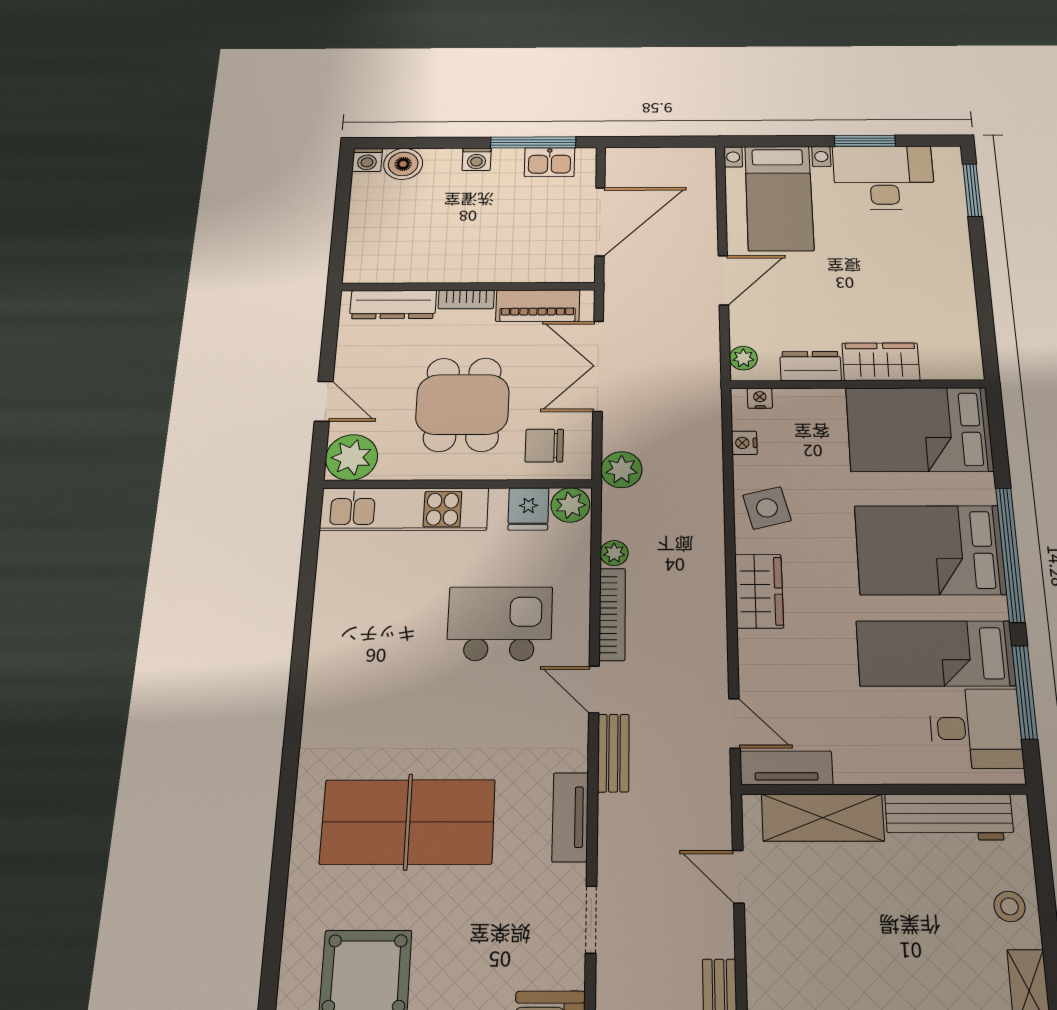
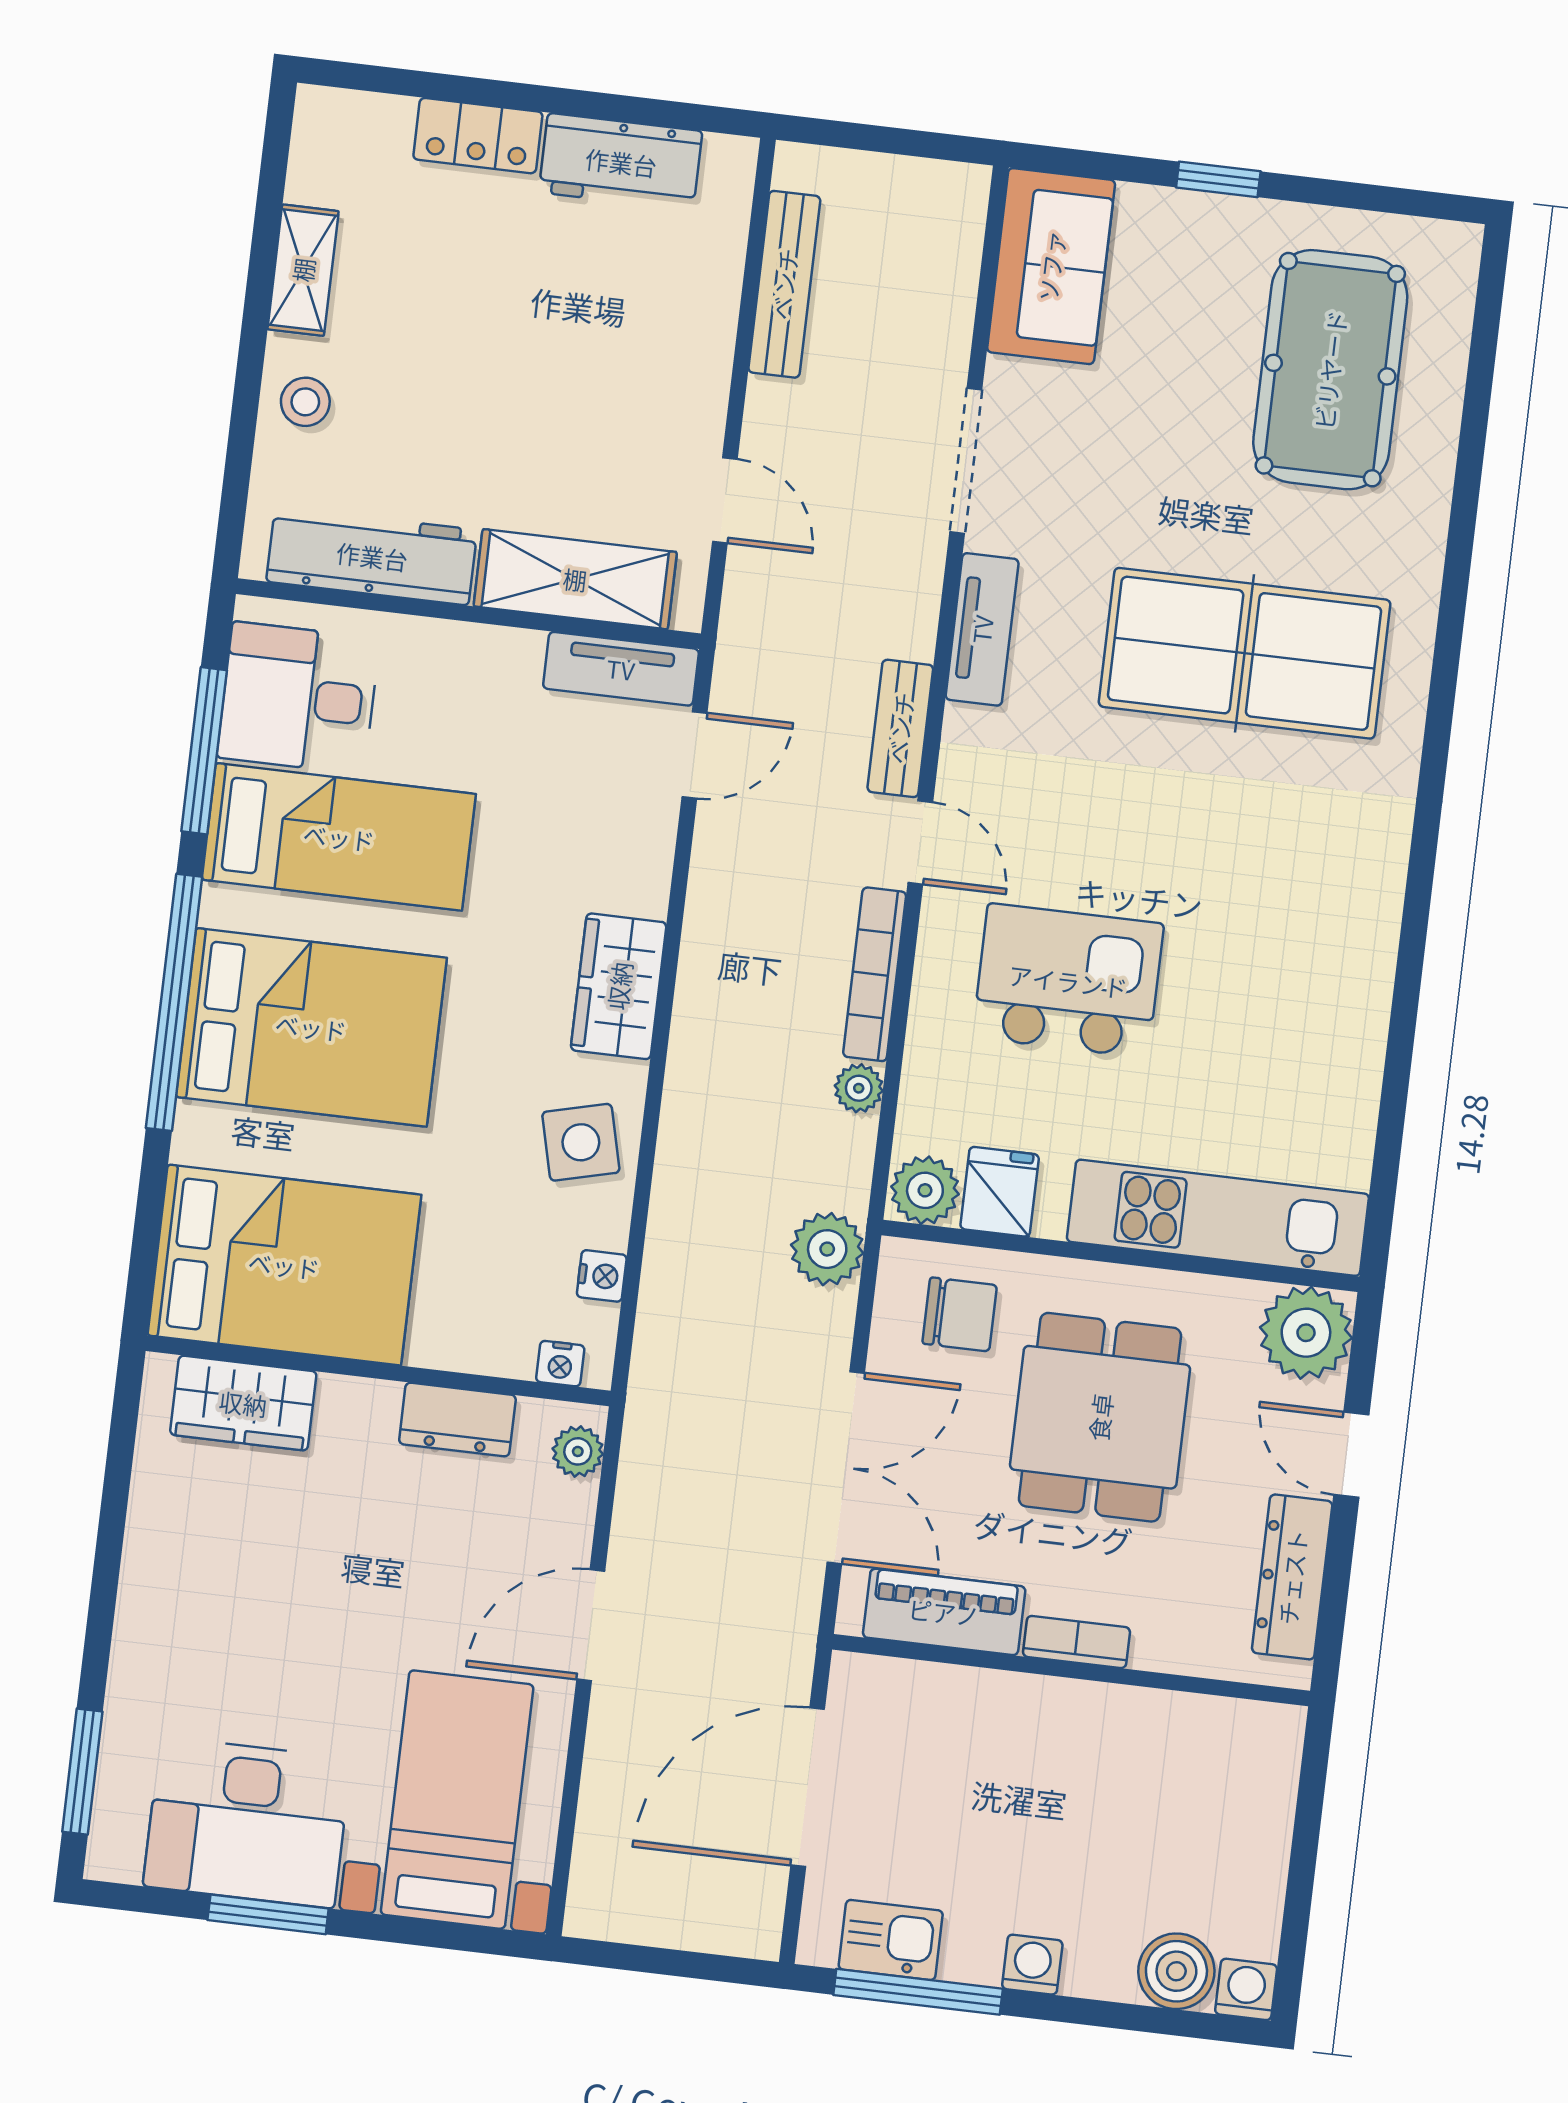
dresser: (393, 305) -> (1292, 1577), moved, turned -90
wardrobe: (881, 362) -> (243, 1403), moved
kitchen island: (500, 623) -> (1068, 981), turned 180
door: (734, 723) -> (694, 755), swing flipped
doorway: (591, 919) -> (966, 461), width x1.38

